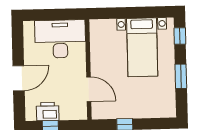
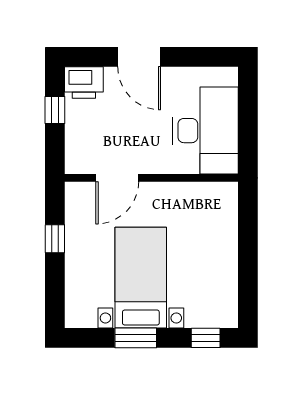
bed with nightstands: (142, 47) -> (141, 278), moved, turned 90
printer: (48, 111) -> (84, 83), moved, turned 90

